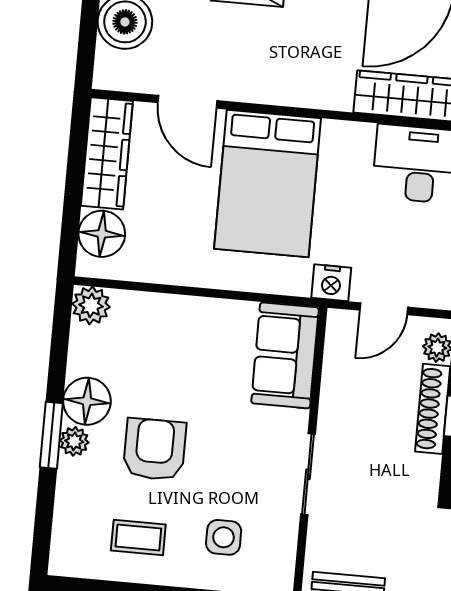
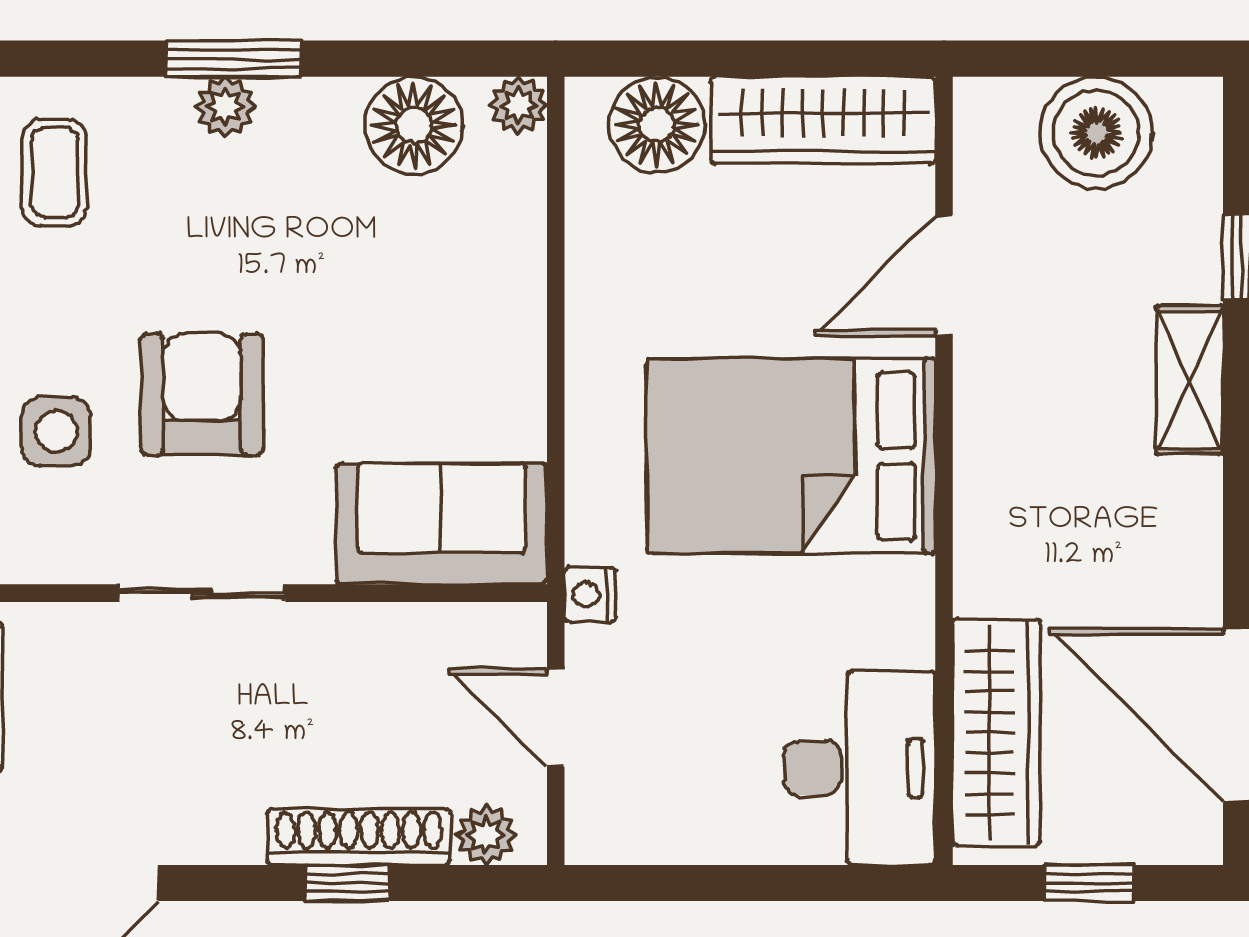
nightstand: (331, 283) -> (590, 594), width x0.72, depth x0.74
plant: (91, 305) -> (518, 105), width x0.73, depth x0.73
floor lamp: (87, 401) -> (414, 125), moved
armchair: (154, 449) -> (202, 394), moved, turned -90
coffee table: (138, 537) -> (55, 173), moved

